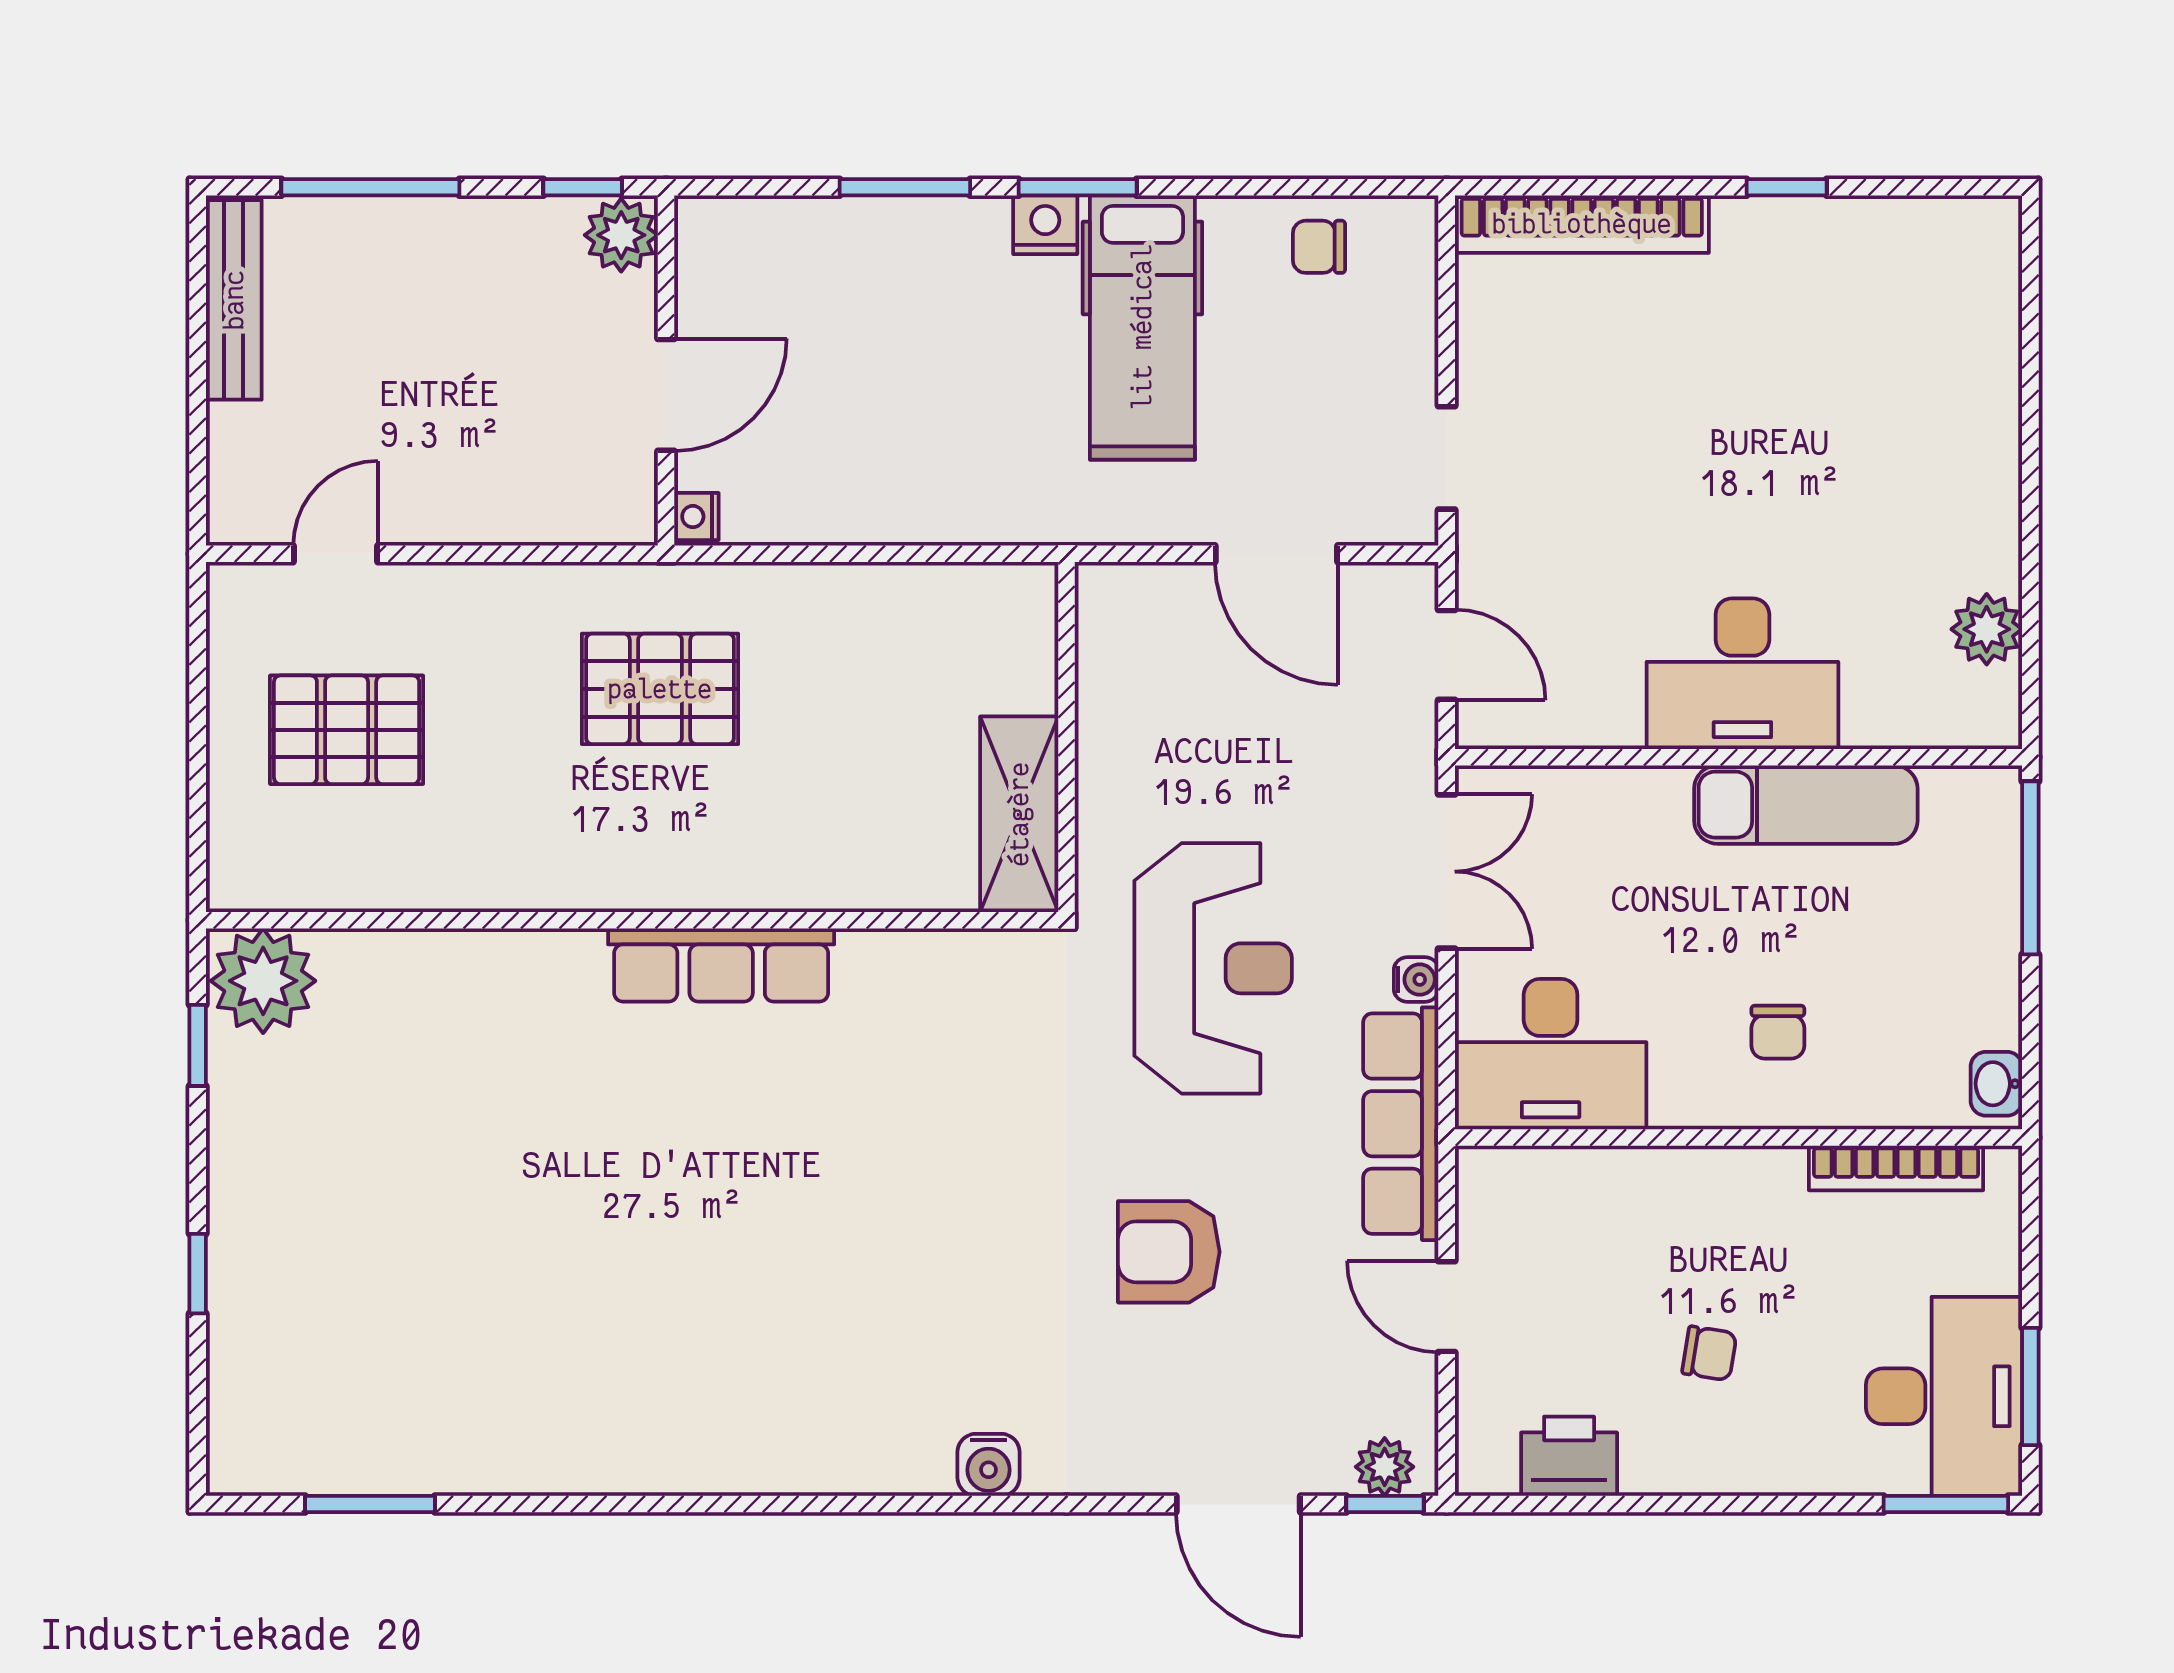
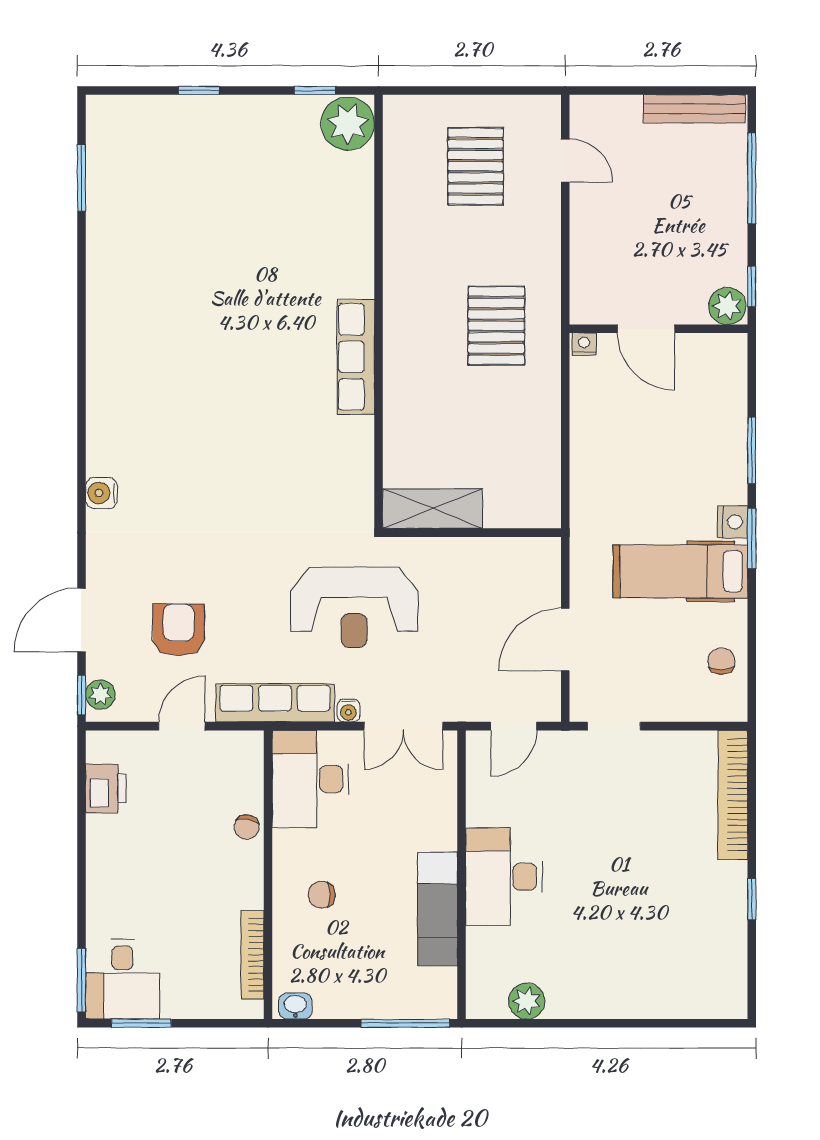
armchair: (1169, 1252) -> (179, 630), moved
chair: (1709, 1353) -> (247, 827), moved
desk: (1944, 1396) -> (123, 979), width x0.73

